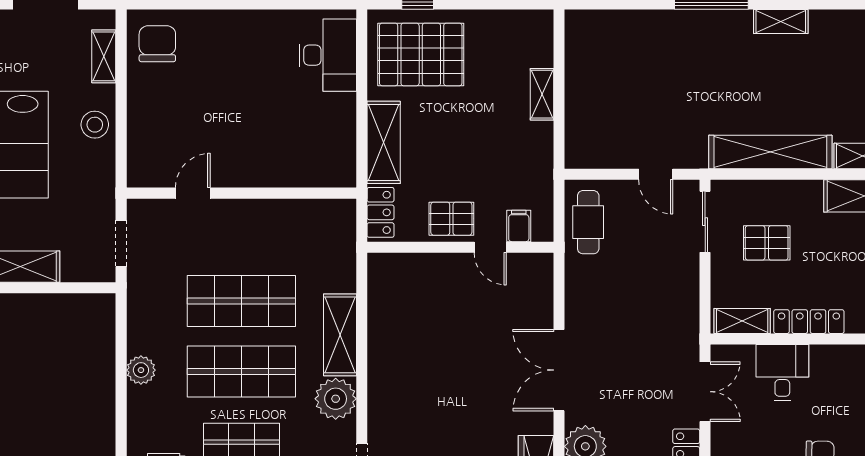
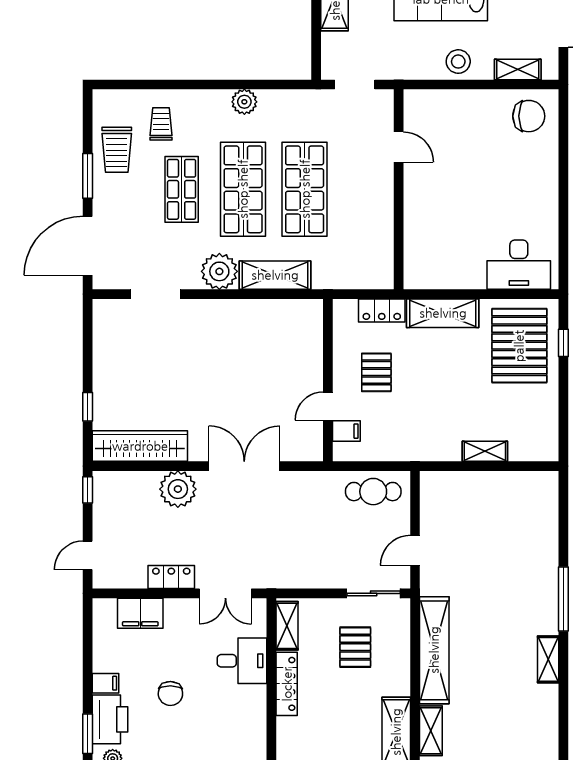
filing cabinet: (519, 226) -> (346, 431), moved
wall: (460, 247) -> (328, 380), moved
door: (490, 247) -> (328, 406), moved

